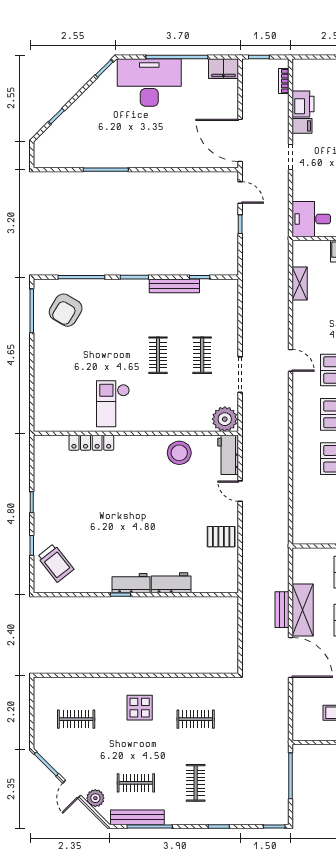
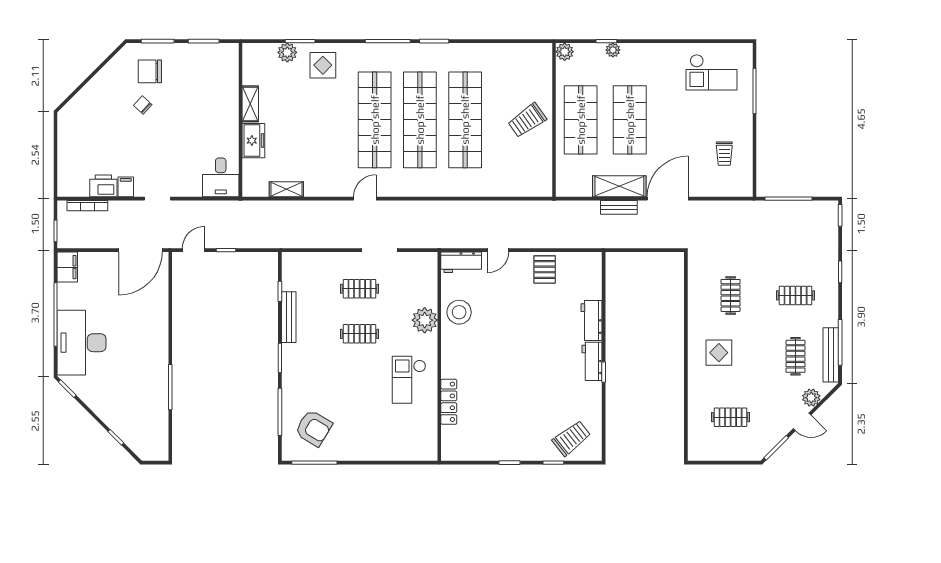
bookcase: (284, 81) -> (87, 206), width x1.56
checkout: (113, 404) -> (409, 380), turned 90
plant: (225, 419) -> (425, 320), moved
clothes rail: (76, 719) -> (731, 417), turned 90

